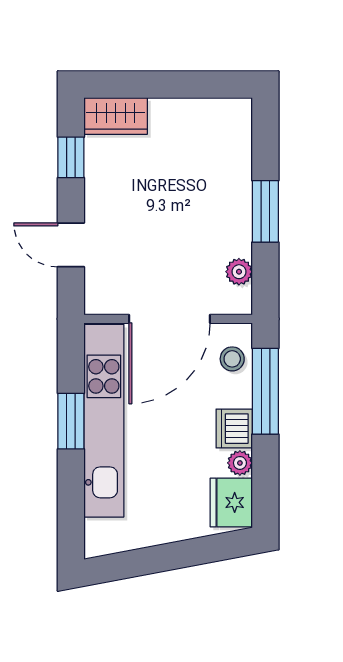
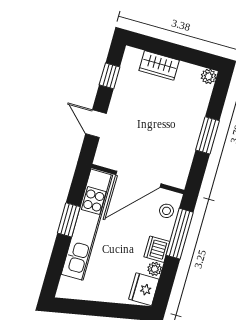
wardrobe: (116, 116) -> (159, 65), moved
plant: (239, 272) -> (209, 76), moved

